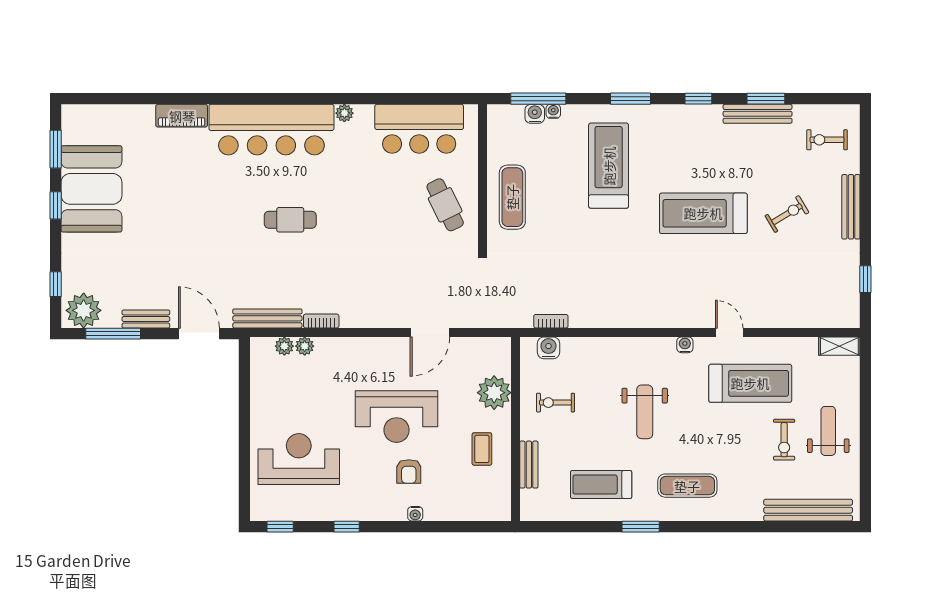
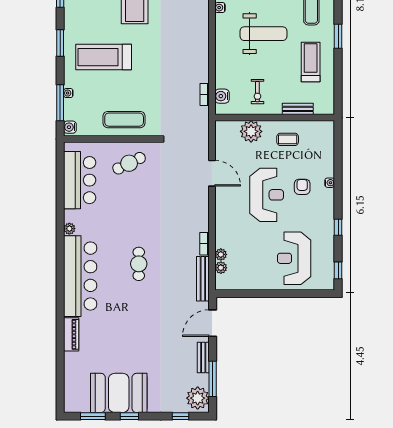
water cooler: (535, 114) -> (70, 127), moved
weight bench: (645, 412) -> (263, 34), width x1.36, depth x1.33
armchair: (409, 471) -> (302, 187), turned -90
treadmill: (601, 484) -> (311, 62), turned 180

